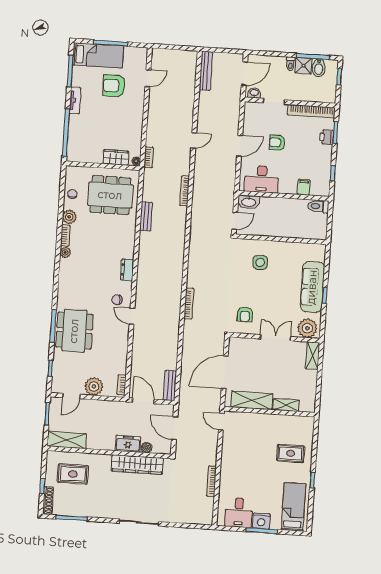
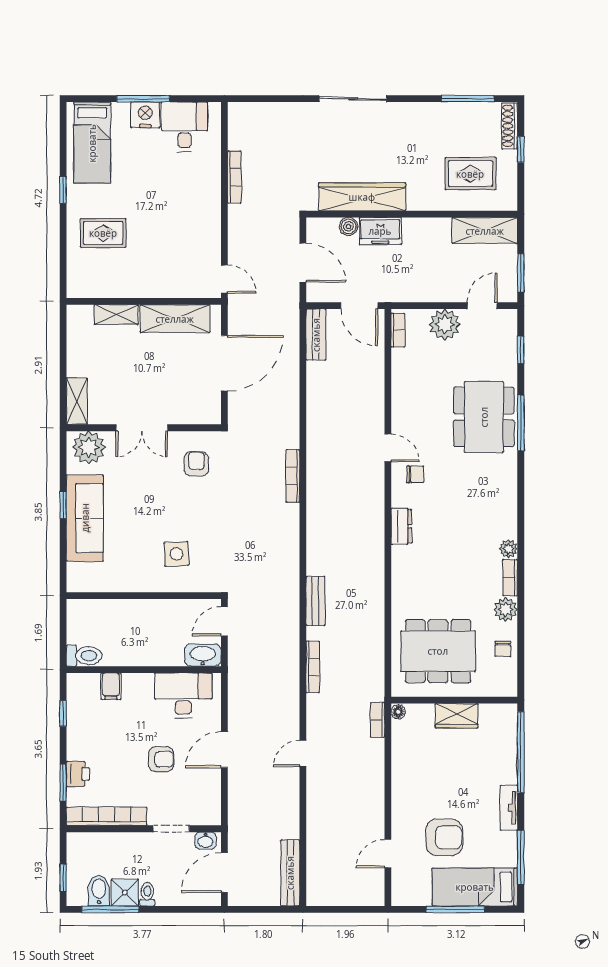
wardrobe: (116, 157) -> (457, 716), moved
bench: (146, 216) -> (315, 601), moved

